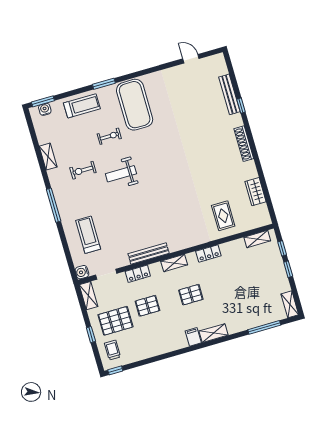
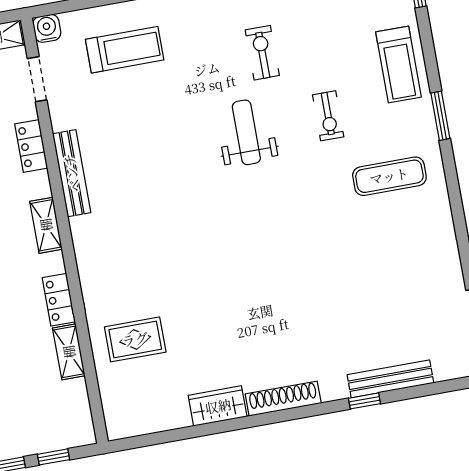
exercise mat: (135, 105) -> (389, 176), width x0.50, depth x0.69
wardrobe: (255, 192) -> (218, 406), moved
shelving: (257, 239) -> (69, 352), moved

